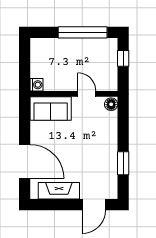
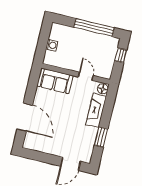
washing machine: (37, 85) -> (52, 45), moved
fireplace: (59, 191) -> (96, 110), moved, turned -90

